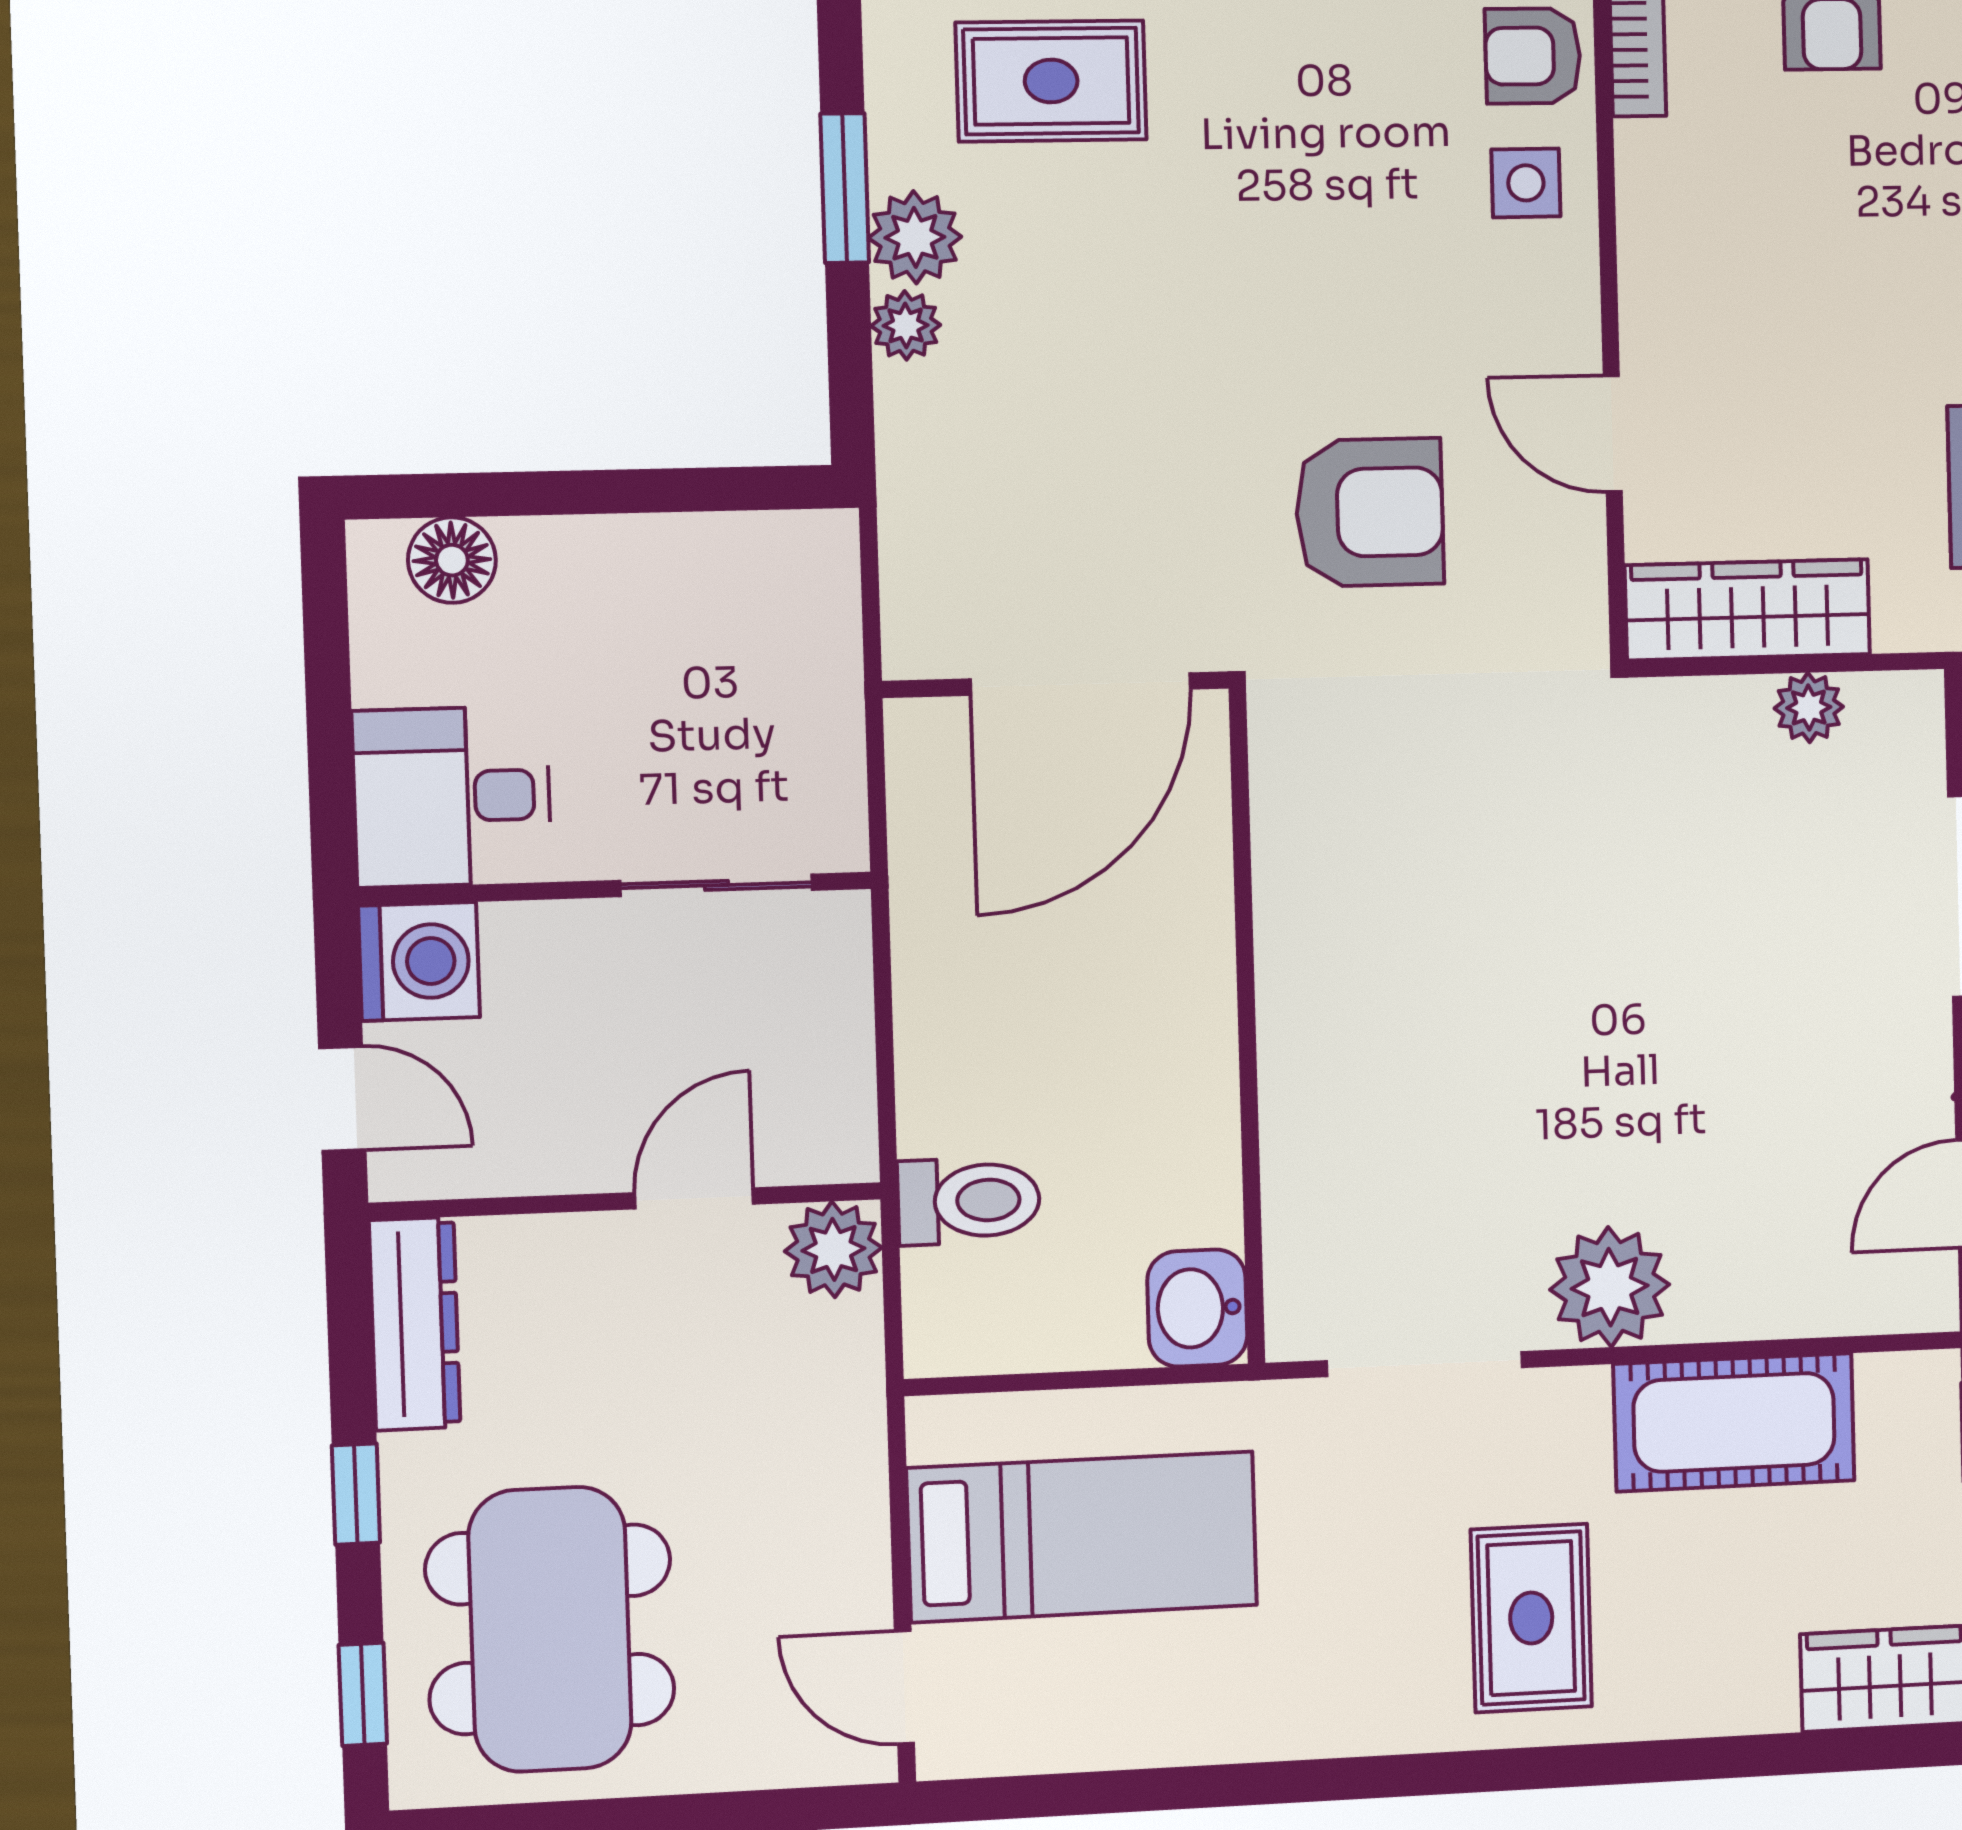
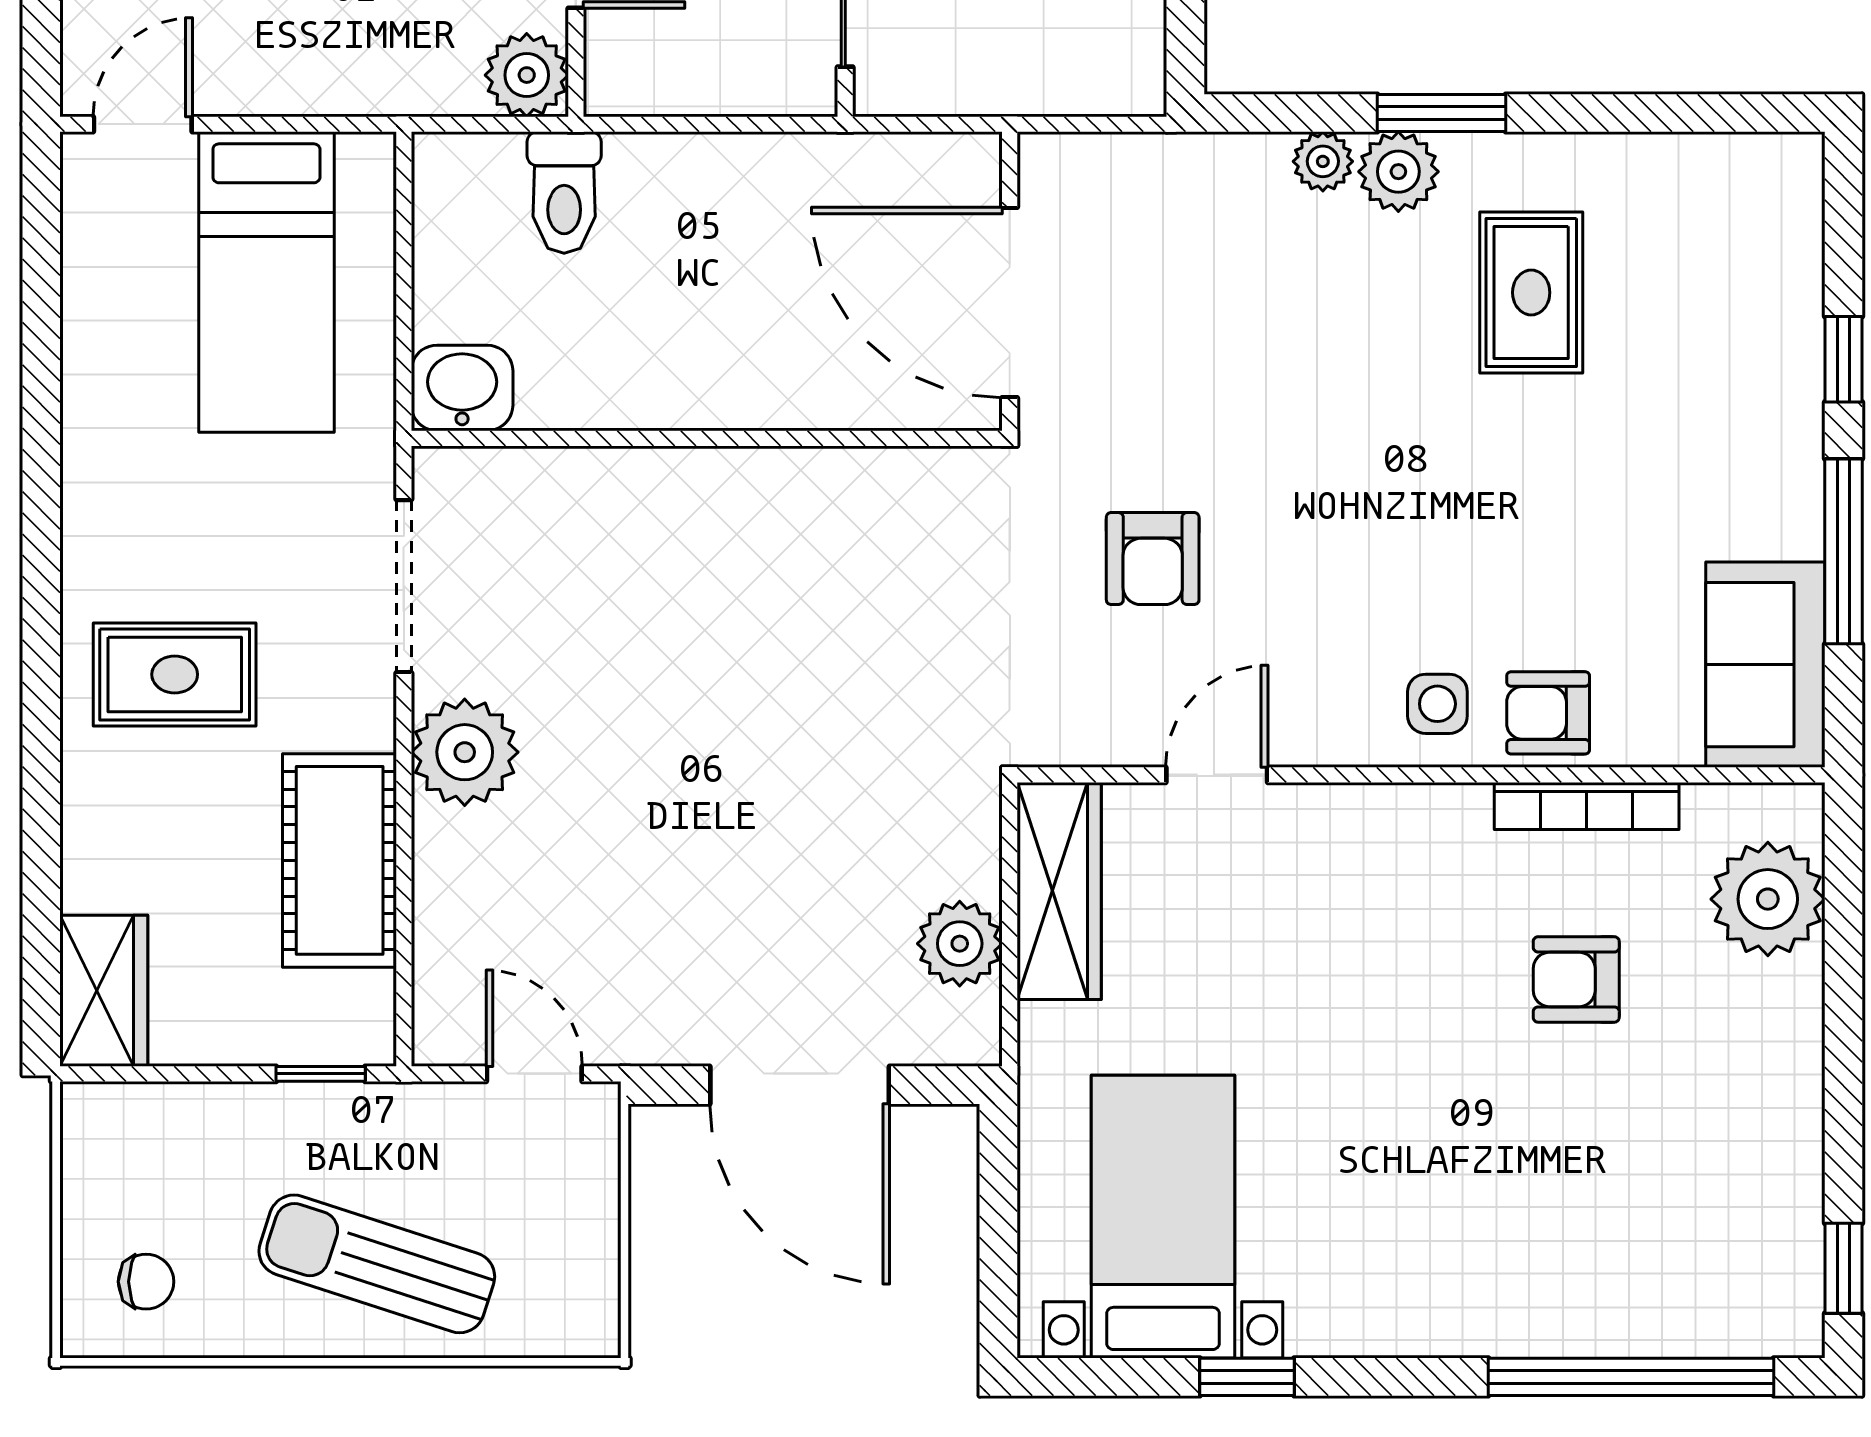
armchair: (1533, 56) -> (1548, 713), turned -90
armchair: (1370, 512) -> (1153, 559), width x0.72, depth x0.72
plant: (1809, 707) -> (960, 944), width x1.38, depth x1.38

